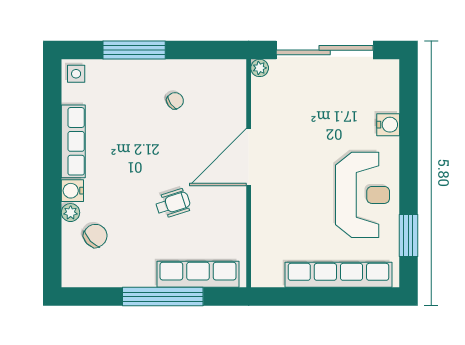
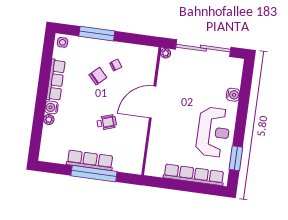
chair: (95, 236) -> (98, 76), moved
row of seats: (198, 274) -> (90, 160), moved

